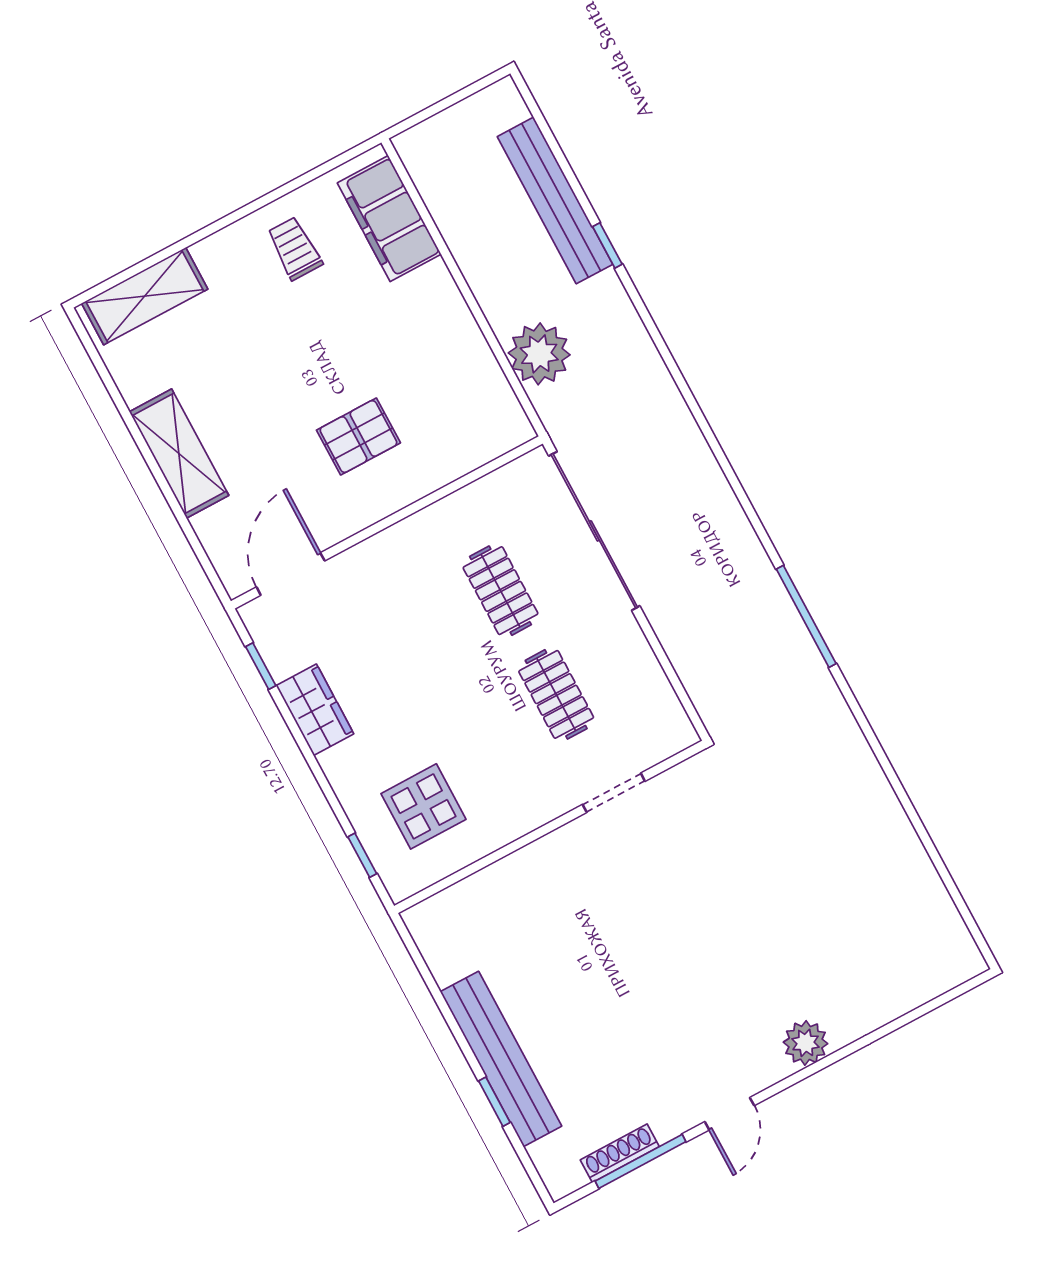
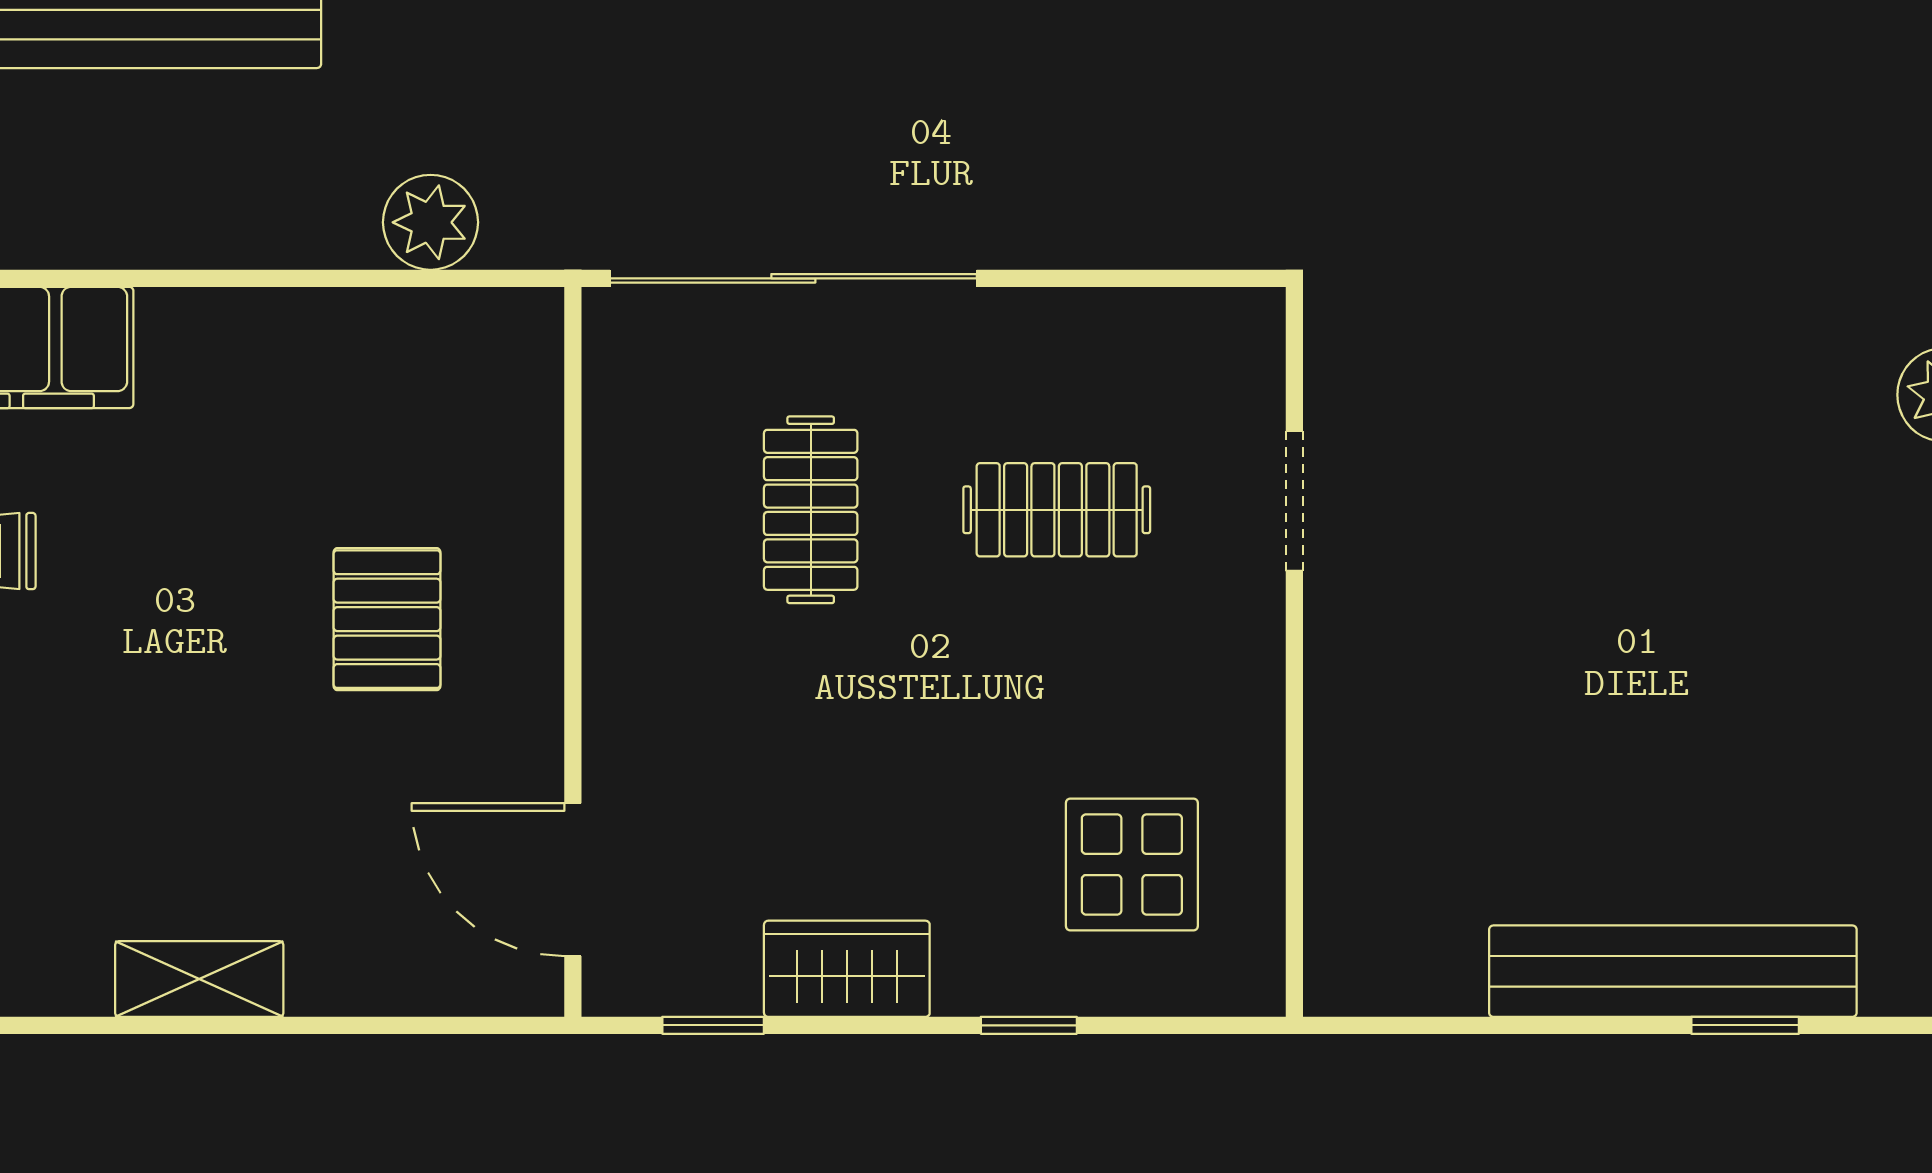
plant: (539, 354) -> (431, 222), width x0.73, depth x0.73
shelving: (179, 454) -> (199, 979), width x0.67, depth x0.75
clothes rail: (501, 591) -> (811, 510), turned 90
window: (362, 855) -> (1029, 1025), moved

